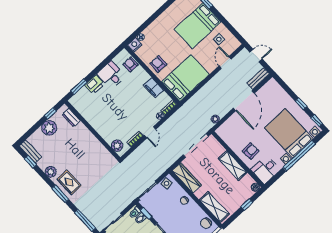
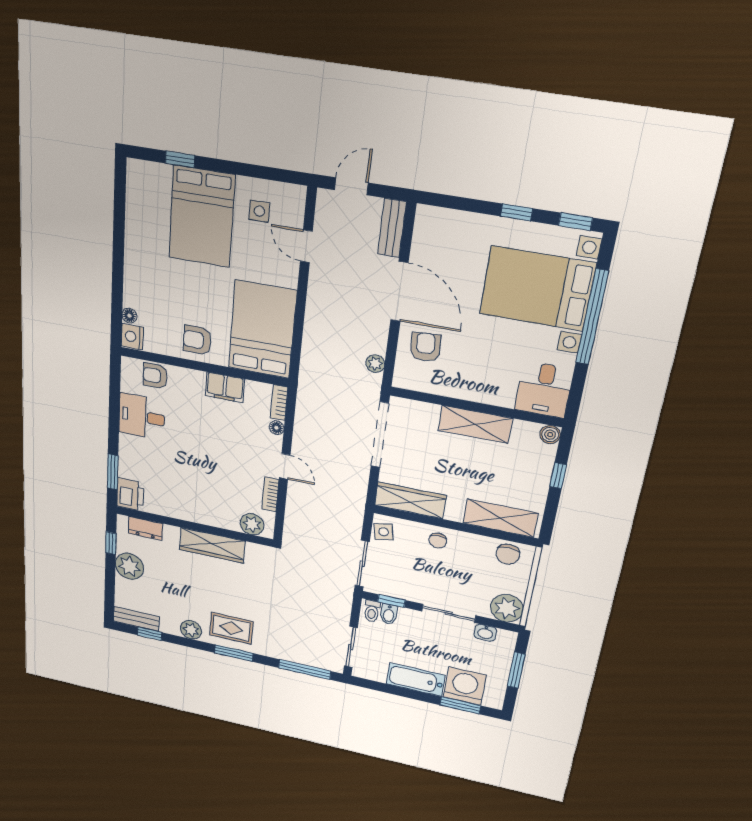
printer: (94, 84) -> (130, 494), moved
wardrobe: (93, 143) -> (212, 545), added
armchair: (251, 151) -> (425, 347), moved

